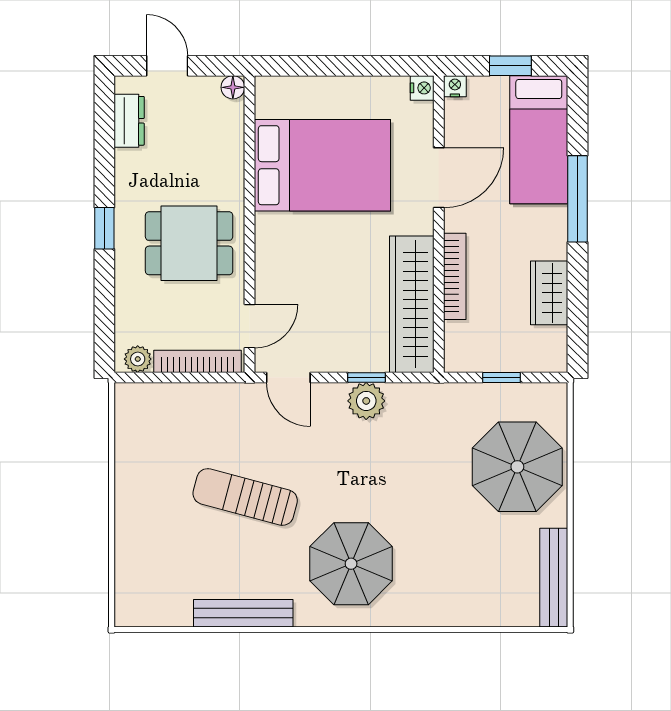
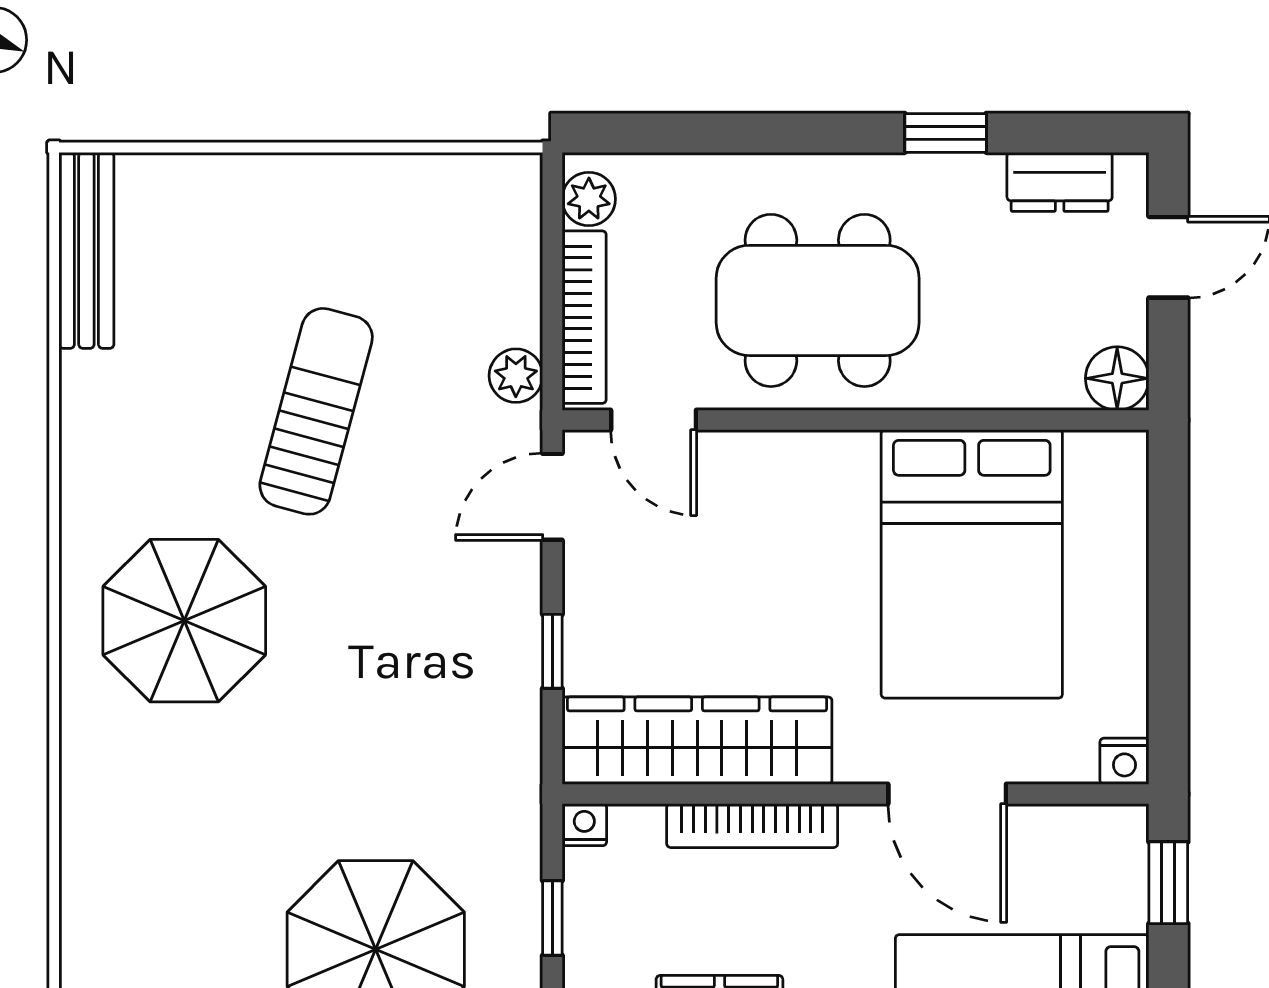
window: (510, 66) -> (1168, 883), moved
nightstand: (455, 86) -> (584, 825), moved, turned -90
floor lamp: (233, 87) -> (1117, 378), width x1.37, depth x1.37
window: (104, 228) -> (946, 133), moved
dining table: (189, 243) -> (818, 300), width x1.38
plant: (366, 401) -> (516, 376), moved, width x0.73, depth x0.73
bench: (243, 613) -> (86, 250), moved

